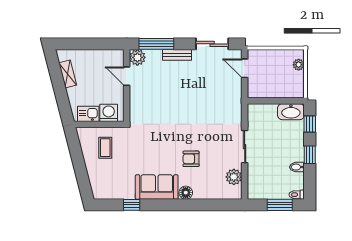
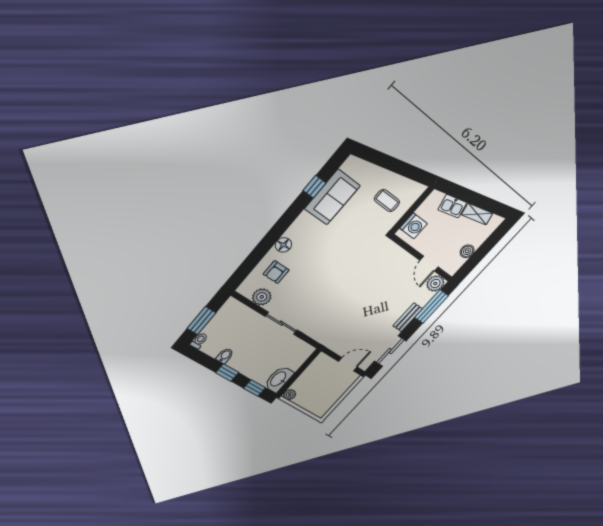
boiler: (98, 56) -> (467, 251), added
plant: (299, 65) -> (290, 395), moved
door: (127, 76) -> (429, 264), swing flipped
kitchen sink: (88, 114) -> (452, 206), moved, turned 76
armchair: (191, 159) -> (276, 272), moved, turned 180
sofa: (157, 187) -> (332, 197), moved

